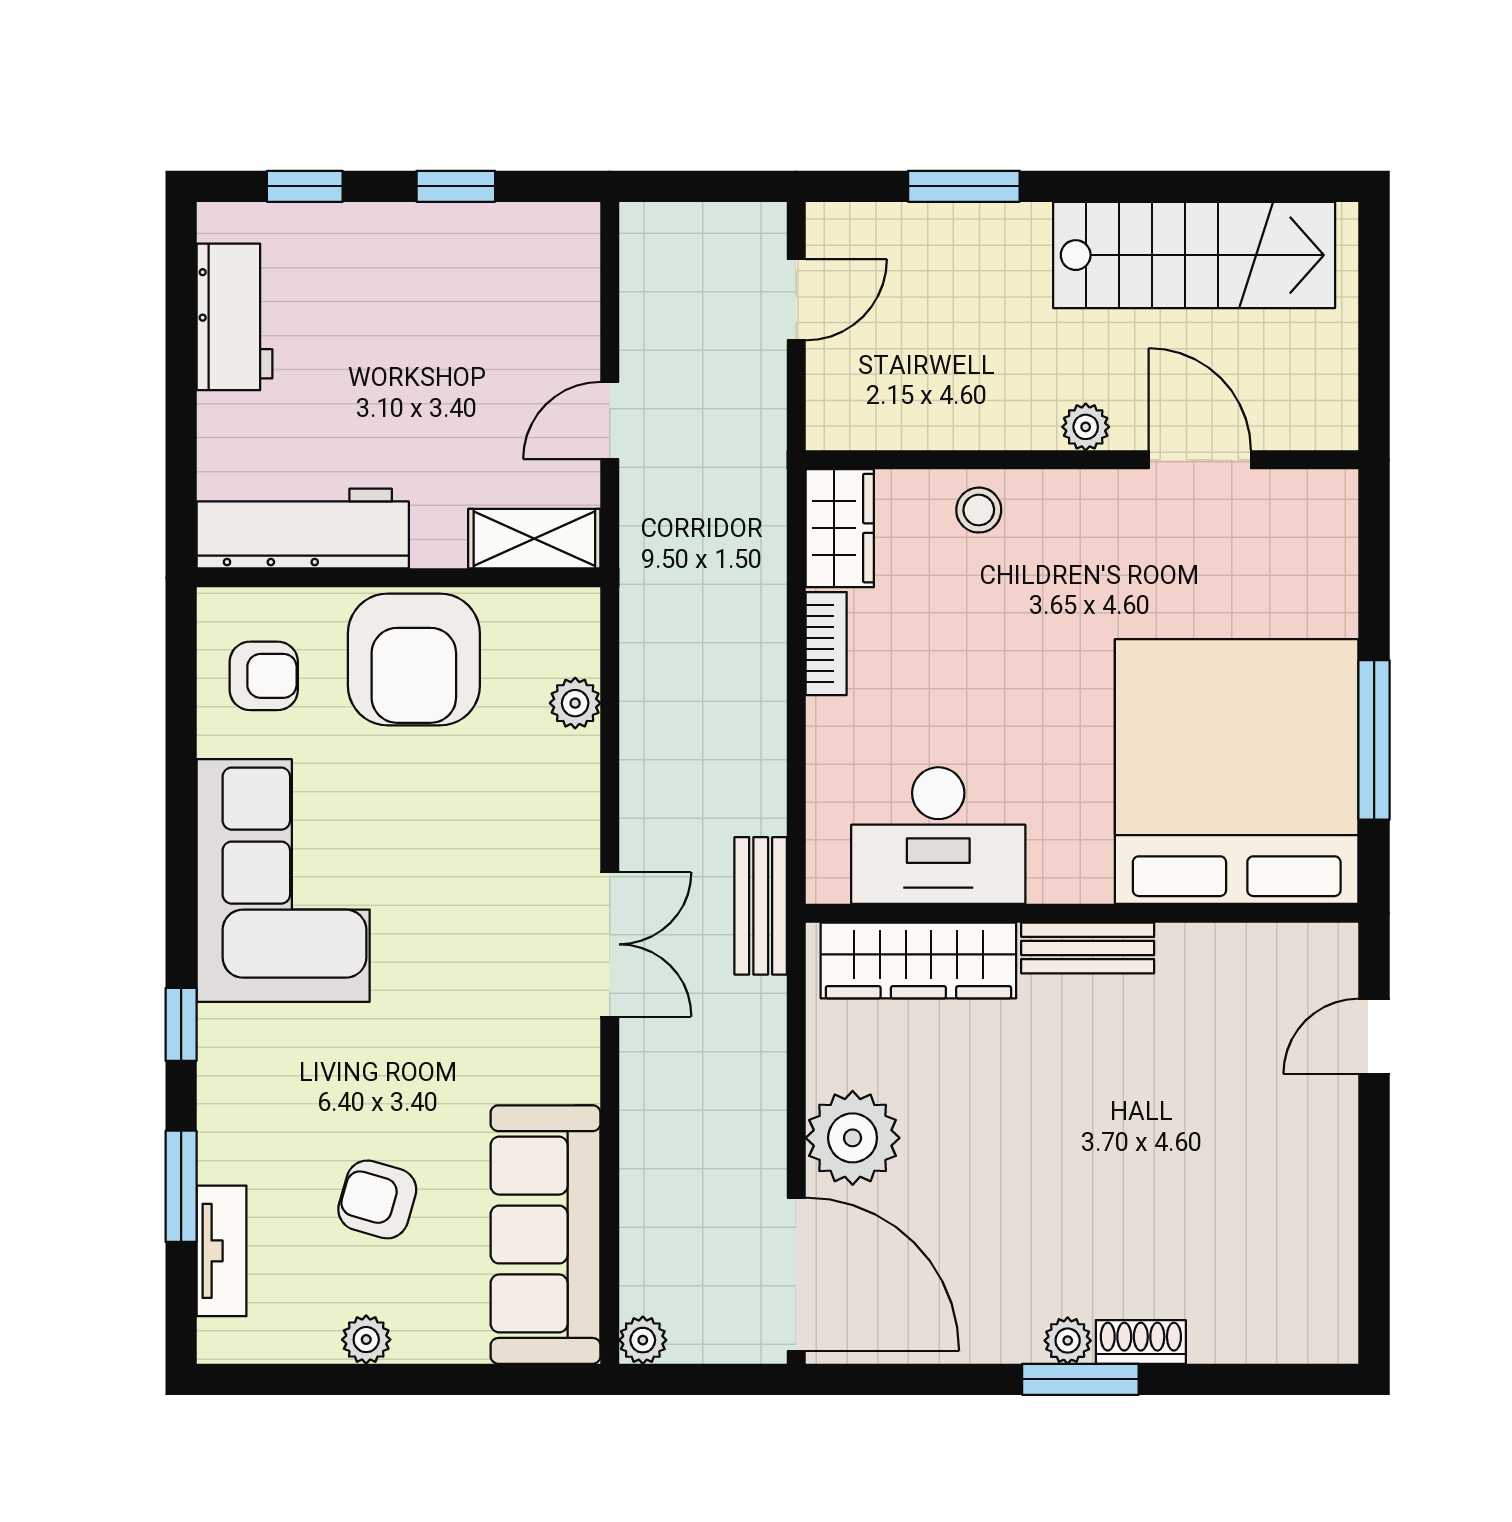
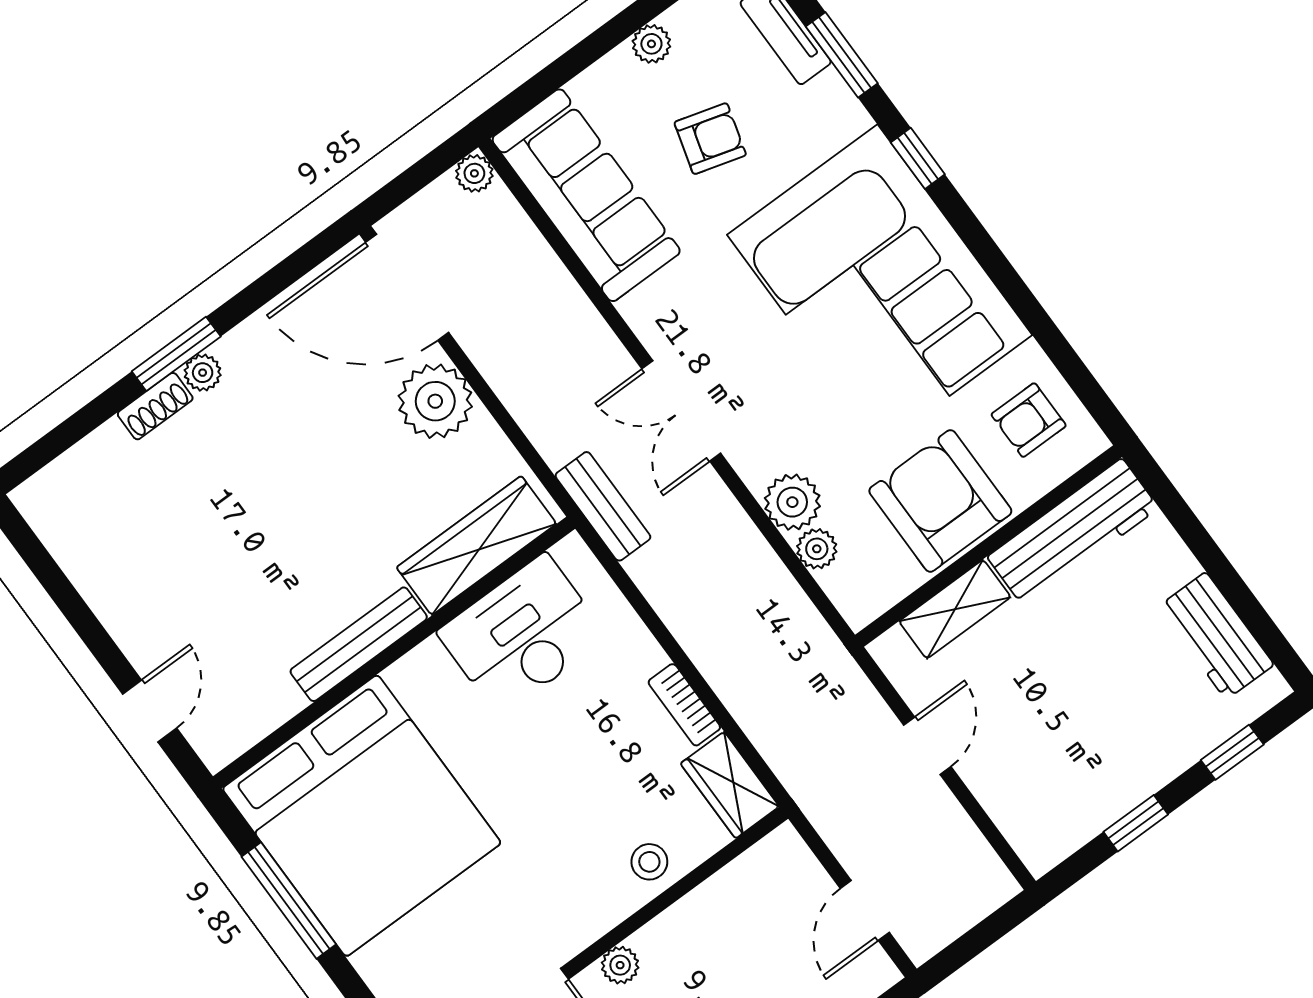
shelving: (534, 539) -> (955, 609), moved
plant: (565, 769) -> (792, 502), added
corner sofa: (283, 880) -> (880, 285), width x1.36, depth x1.36
bench: (1088, 948) -> (359, 644), width x1.36

